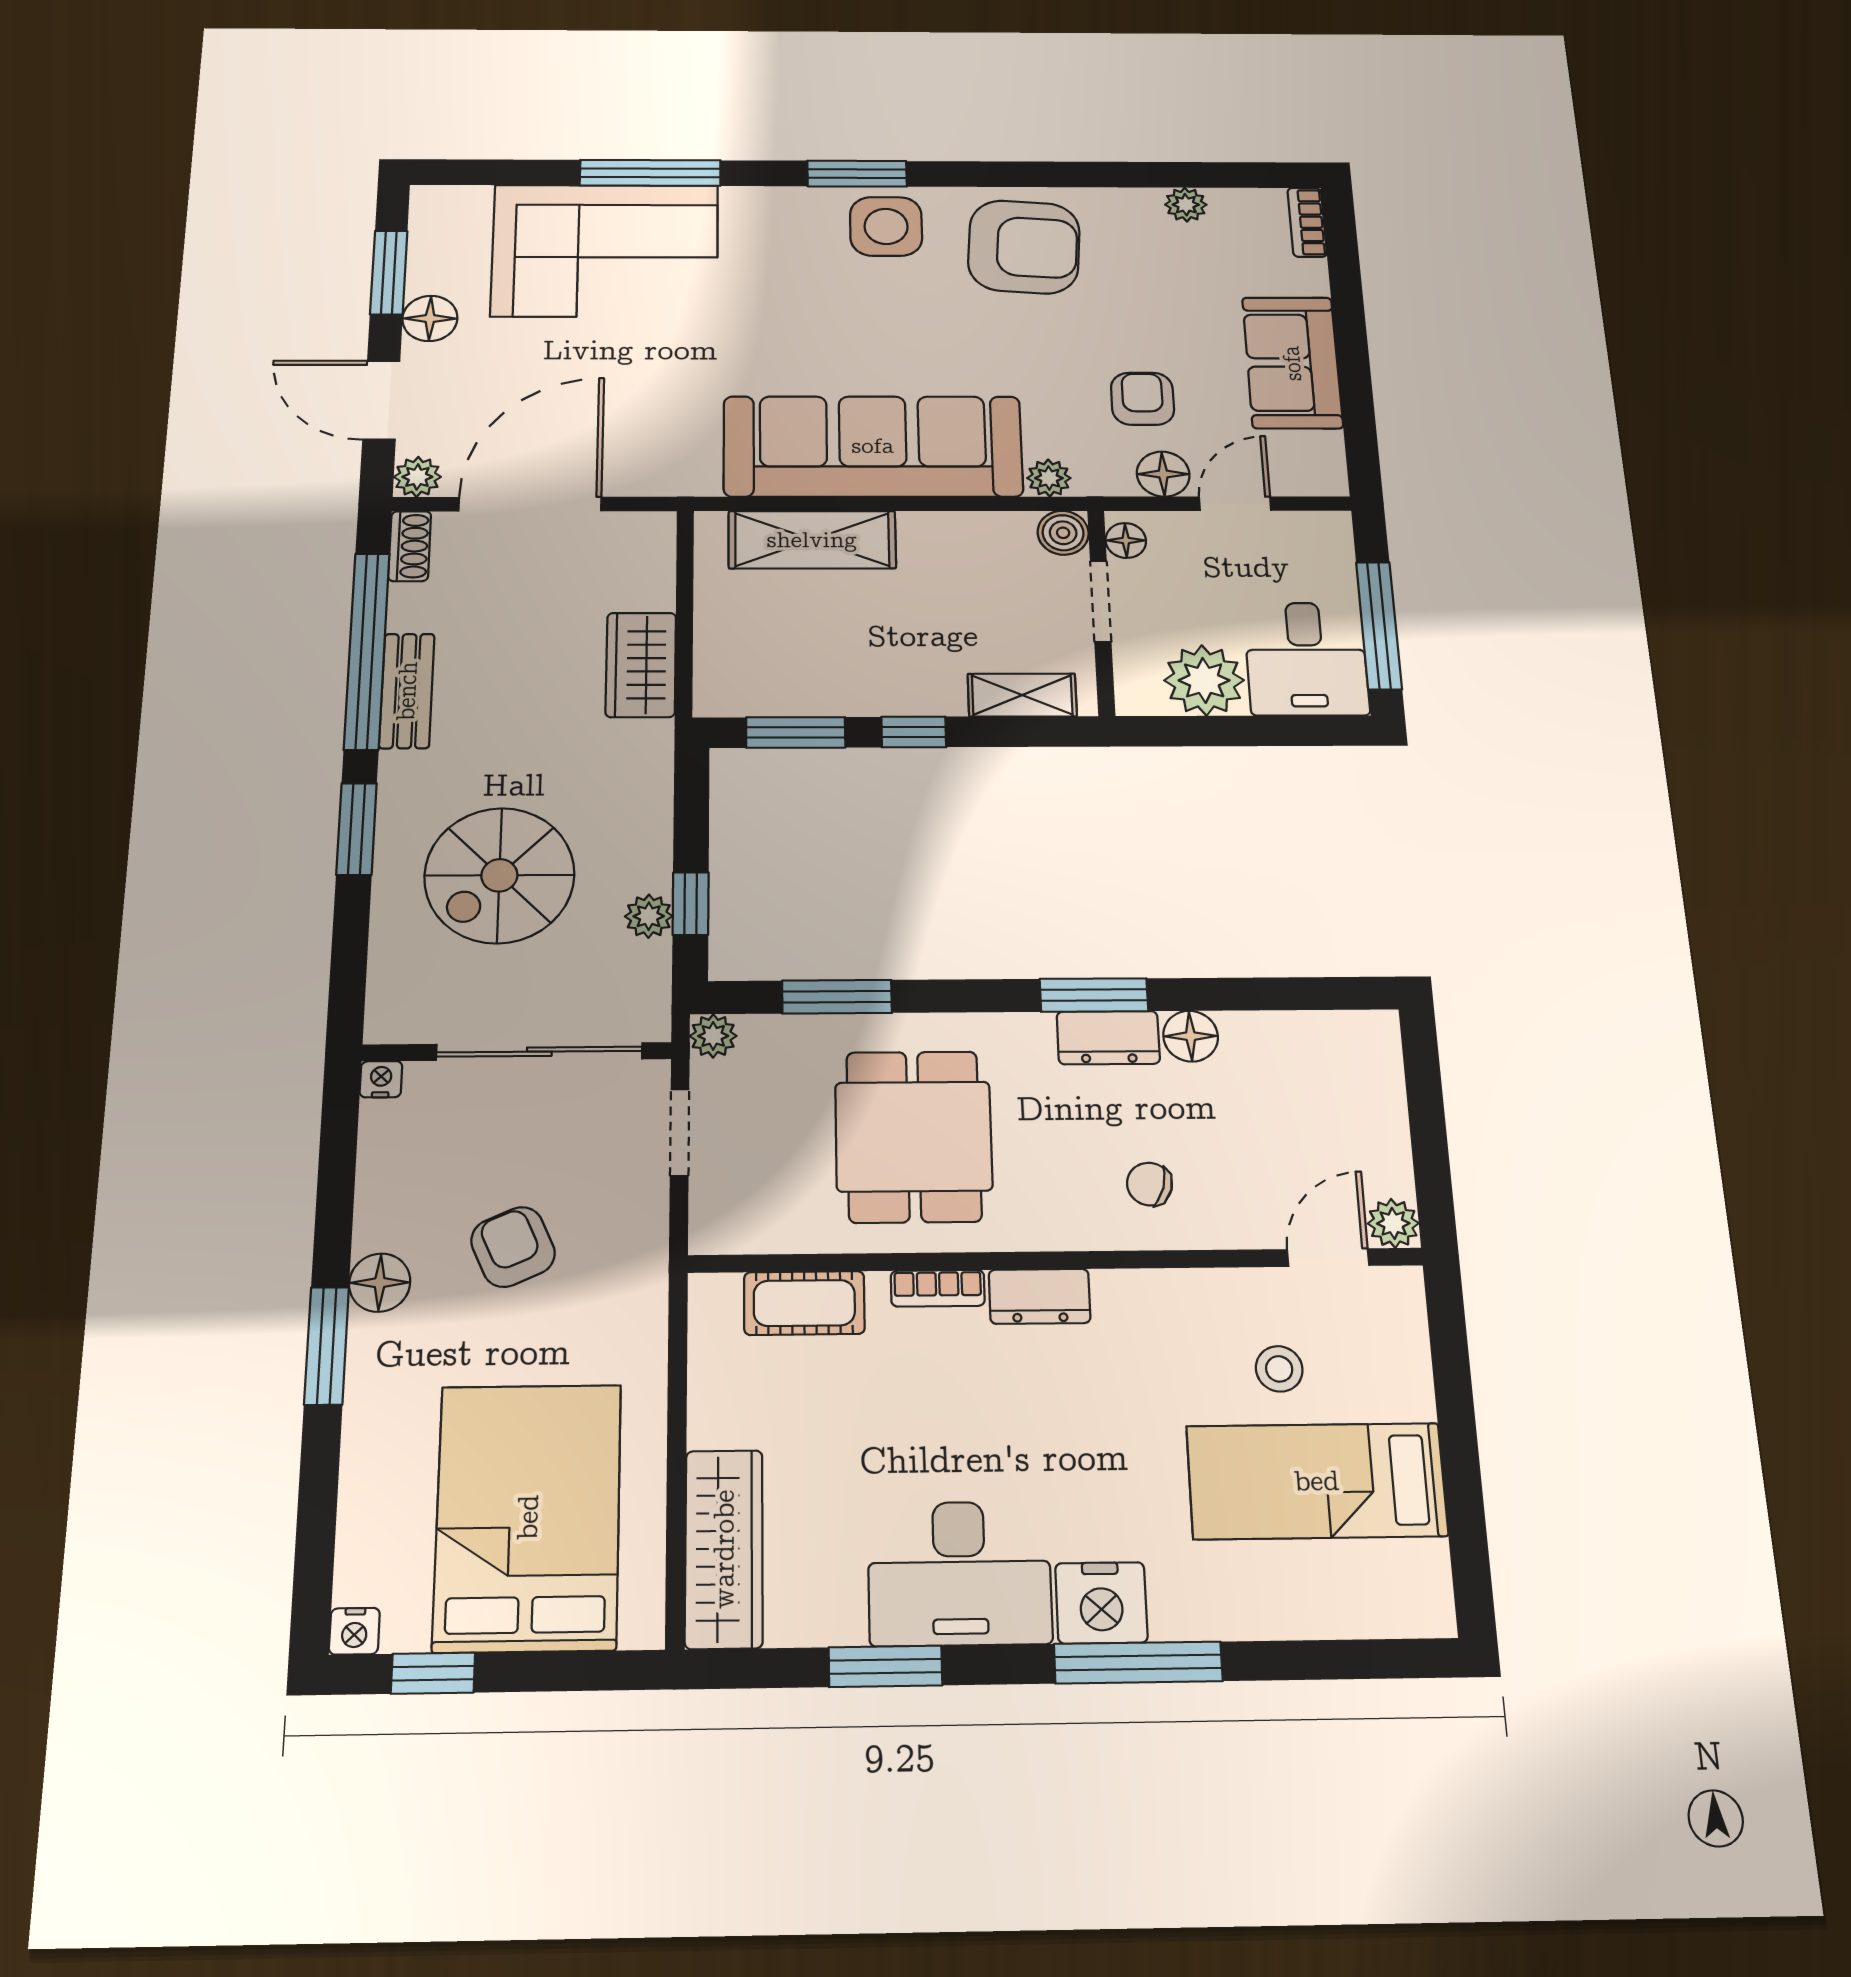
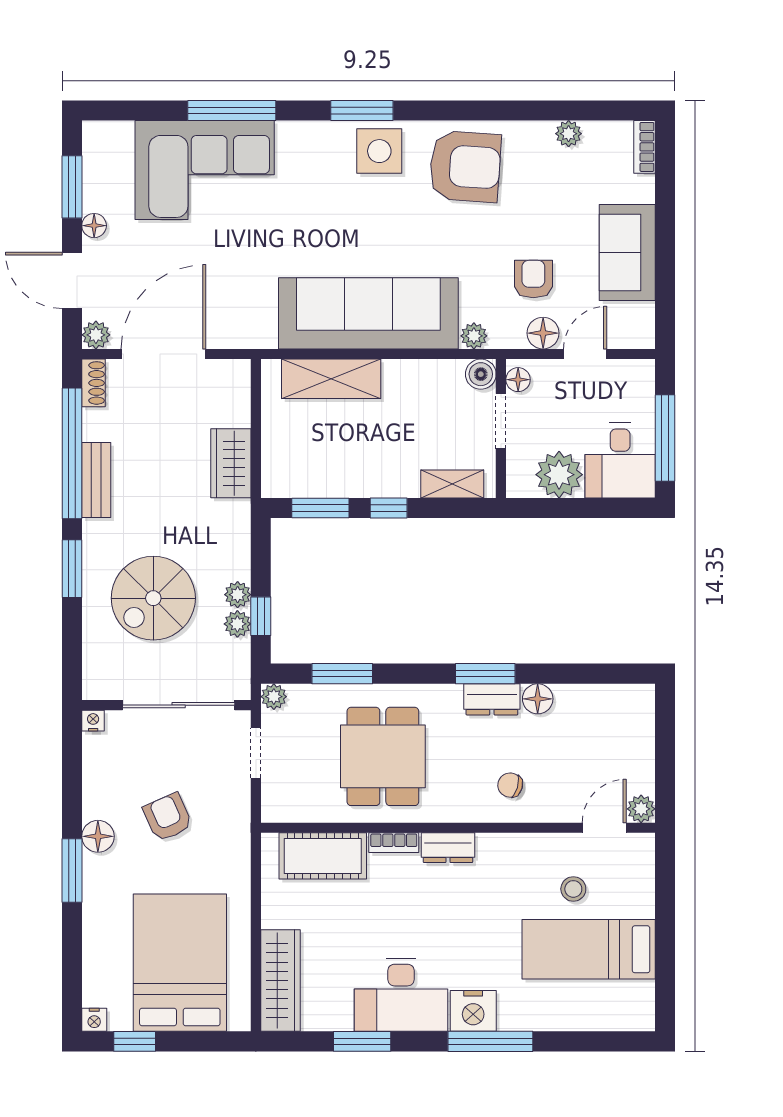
floor lamp: (430, 318) -> (94, 226), width x0.73, depth x0.73
plant: (650, 869) -> (238, 595), added
cot: (804, 1303) -> (323, 856), width x1.37, depth x1.34

